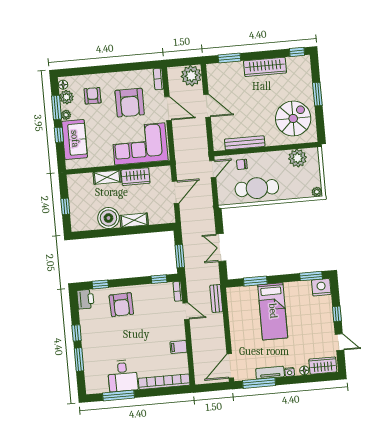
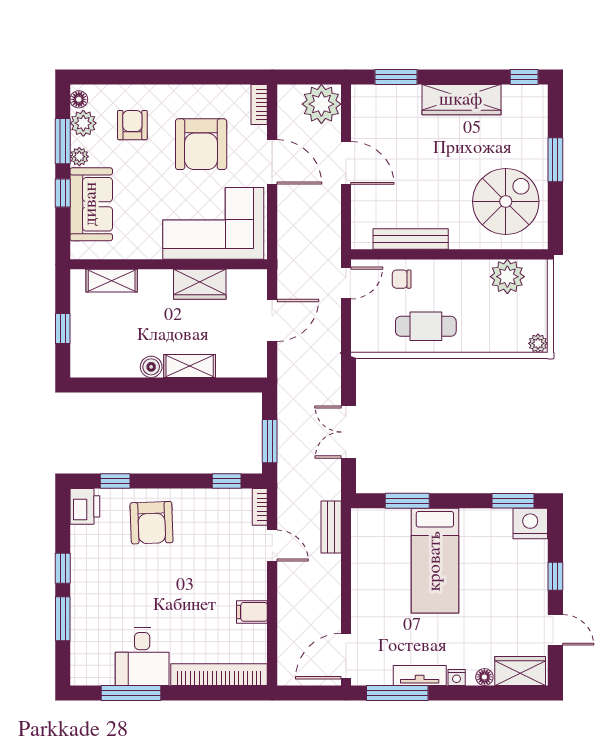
shelving: (107, 177) -> (112, 281), moved
cafe table: (257, 188) -> (426, 326), width x0.73, depth x0.74
boiler: (108, 218) -> (151, 367), width x0.54, depth x0.54

